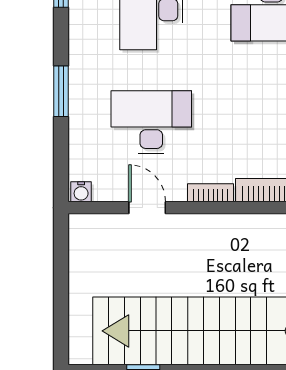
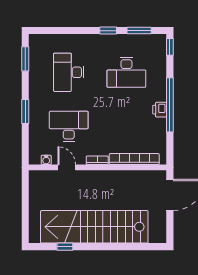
water cooler: (81, 192) -> (46, 160), moved

